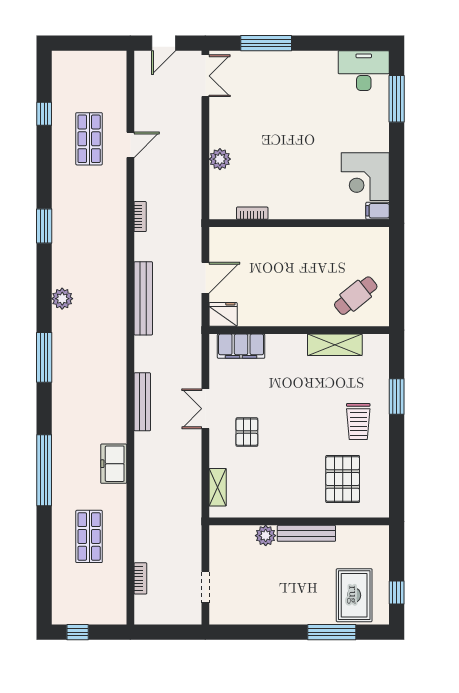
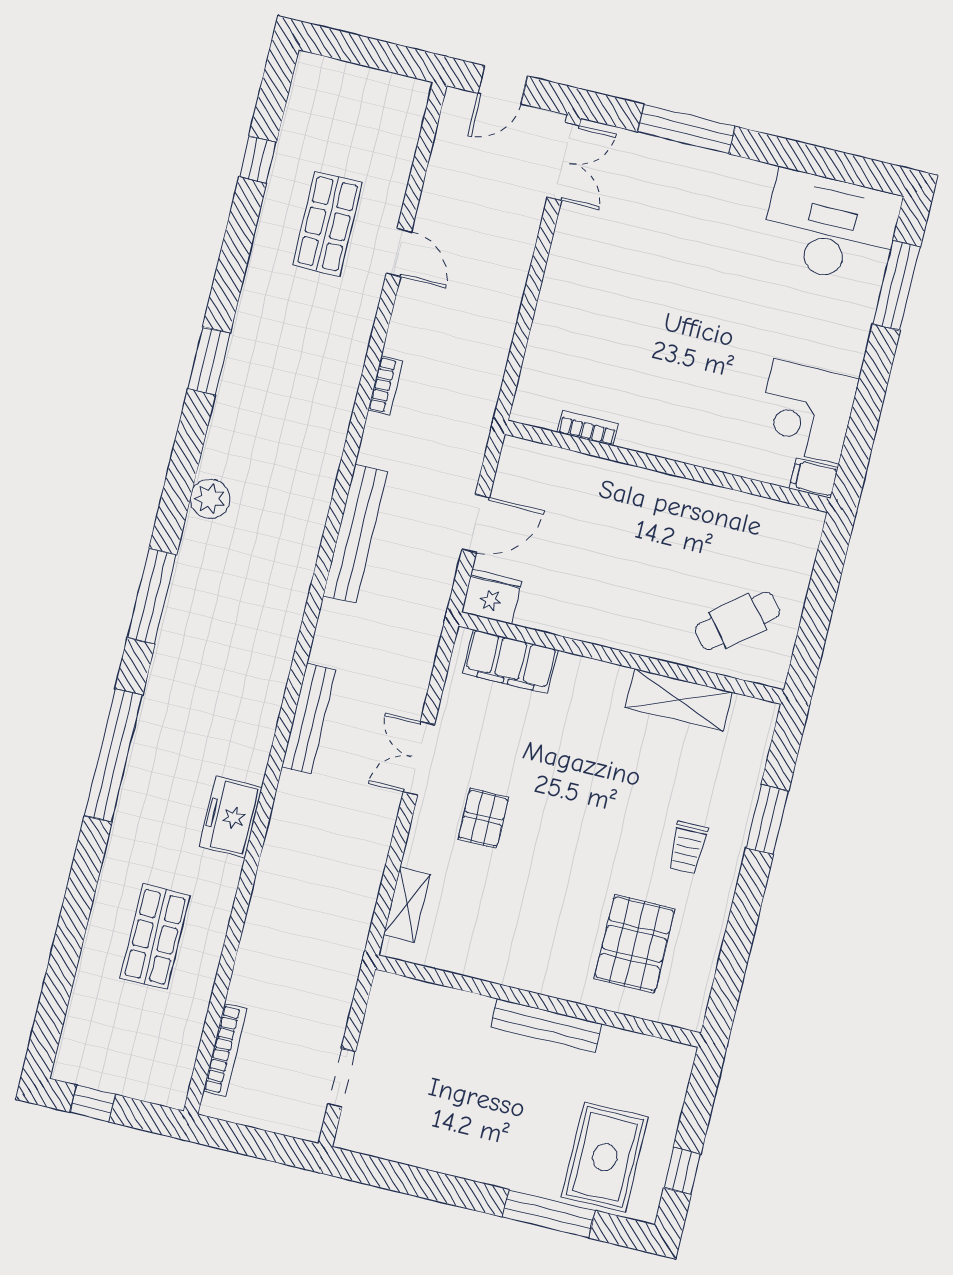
desk: (364, 71) -> (830, 228), width x1.36, depth x1.30
door: (130, 145) -> (399, 253), hinge flipped
plant: (220, 159) -> (553, 317), removed
trolley: (358, 422) -> (687, 848), width x0.73, depth x0.72
window: (44, 470) -> (113, 755), moved
plant: (266, 536) -> (472, 1012), removed
bookcase: (140, 578) -> (225, 1050), width x1.56

